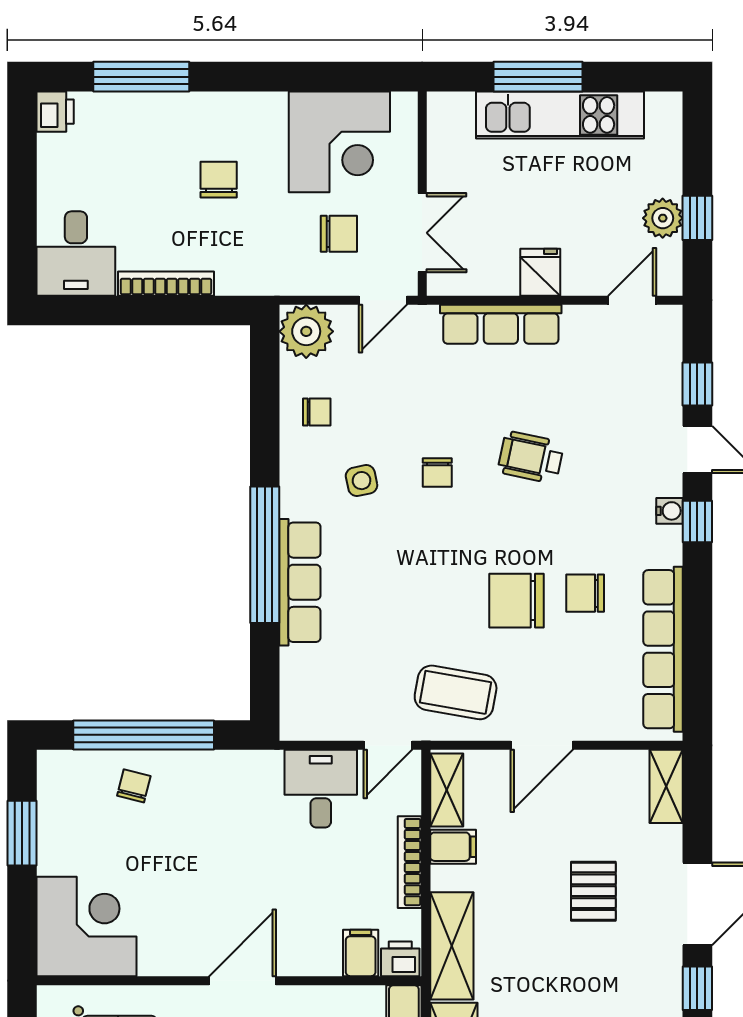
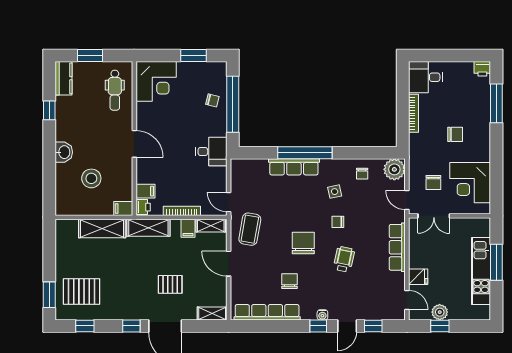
fridge: (540, 272) -> (418, 277), moved
chair: (517, 601) -> (303, 243), moved
desk: (321, 789) -> (211, 152), moved

